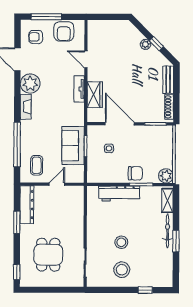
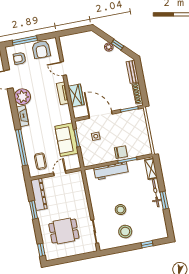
plant: (166, 176) -> (146, 149), removed
dining table: (48, 255) -> (64, 231), turned 90

